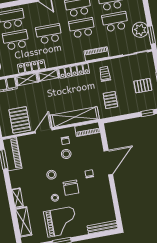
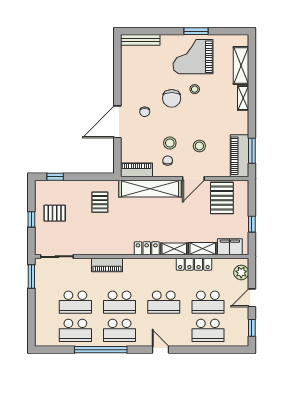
plant: (140, 30) -> (45, 286), removed
locker: (74, 71) -> (147, 248), width x0.66
trolley: (105, 74) -> (101, 237), removed
stool: (51, 175) -> (199, 146), moved
chair: (71, 188) -> (172, 98), turned 180

